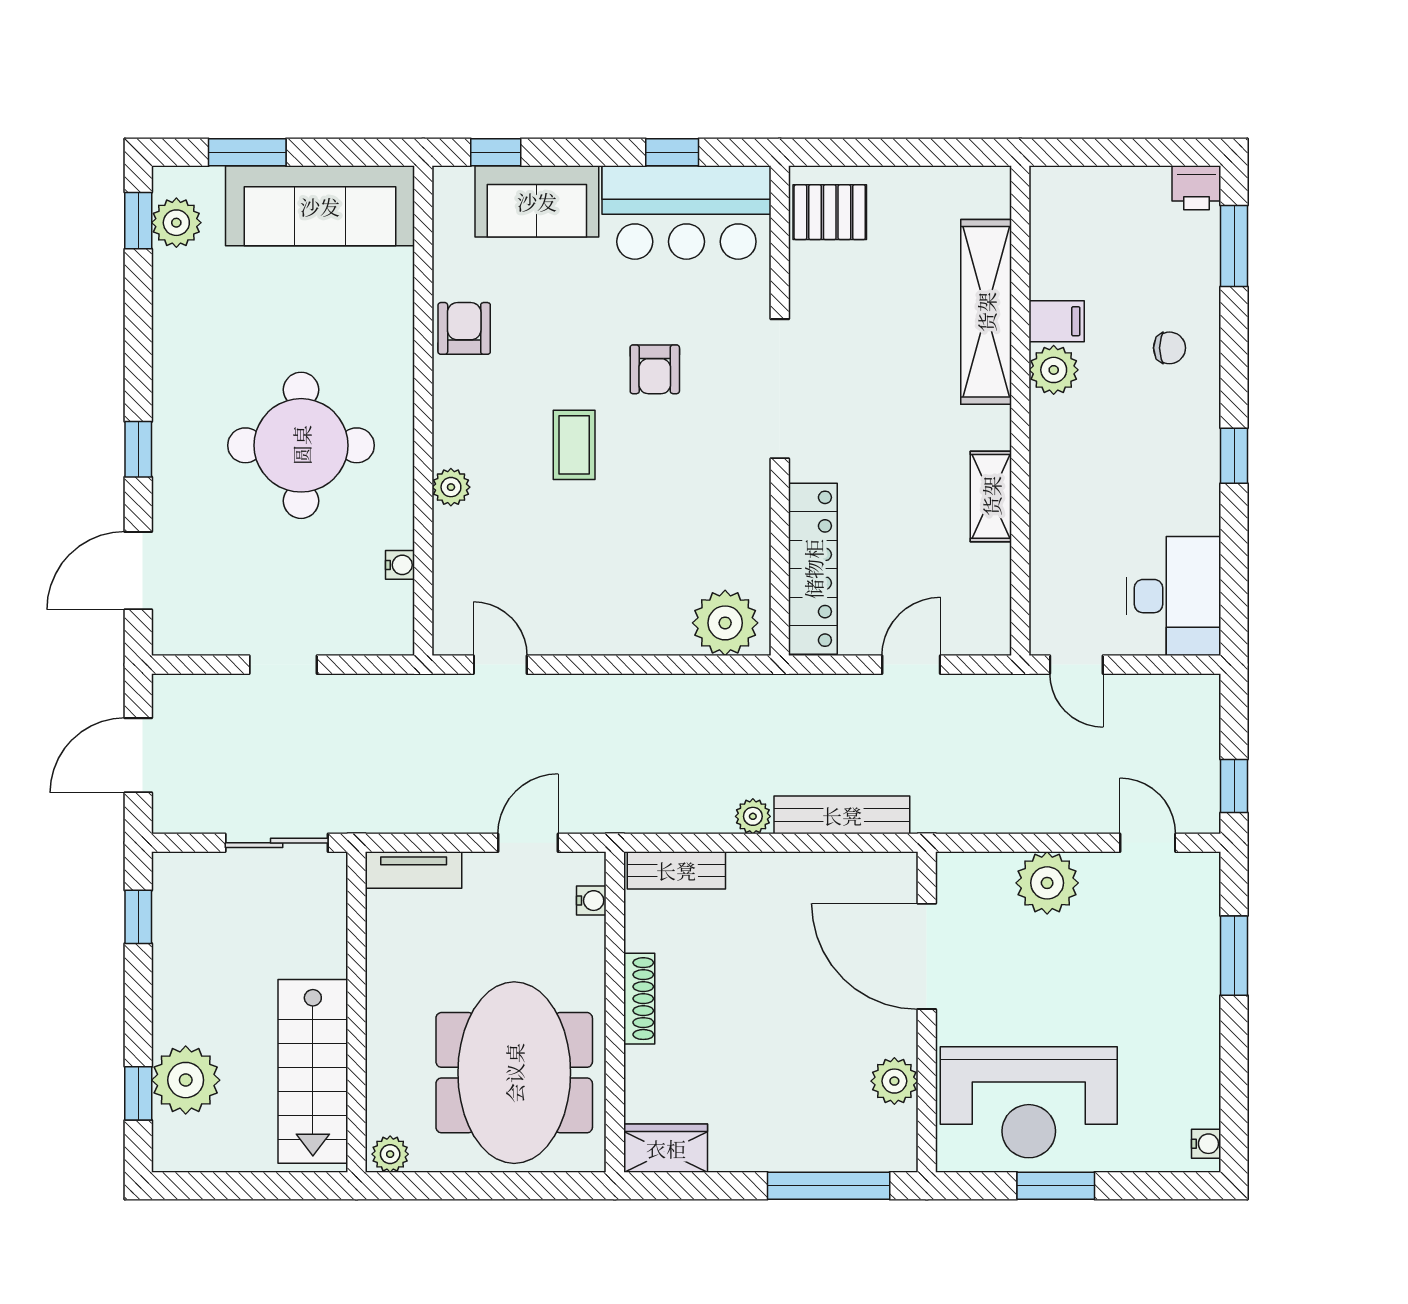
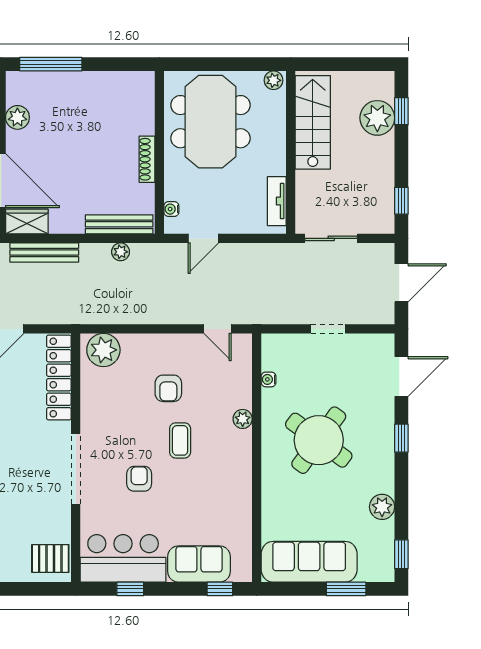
plant: (176, 223) -> (382, 507), moved
armchair: (464, 328) -> (168, 388), moved
round table: (301, 445) -> (319, 440), turned 36
plant: (753, 816) -> (121, 252), moved
tv unit: (414, 870) -> (277, 201), moved, turned -90
bench: (676, 870) -> (119, 224), width x1.36
wardrobe: (666, 1148) -> (27, 221), moved, turned 180

